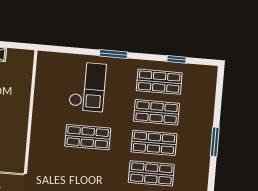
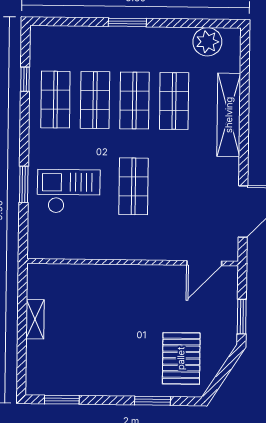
window: (113, 54) -> (24, 184), moved

